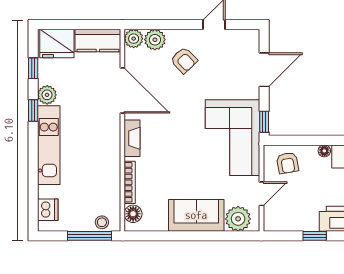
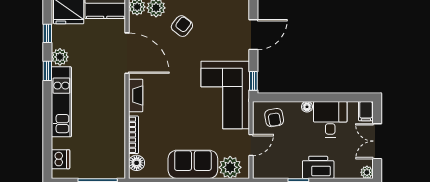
armchair: (184, 60) -> (182, 26), turned -98
stool: (102, 222) -> (109, 170), removed

